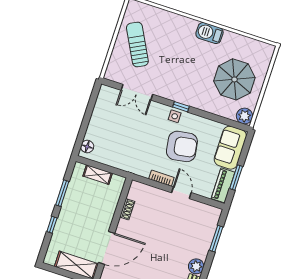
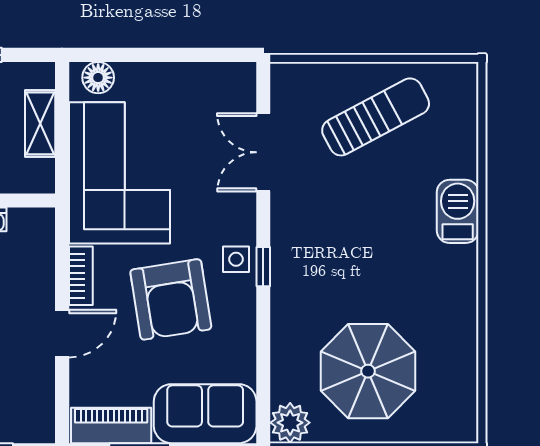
barbecue: (209, 33) -> (458, 211), moved
corner sofa: (127, 150) -> (120, 173), added

